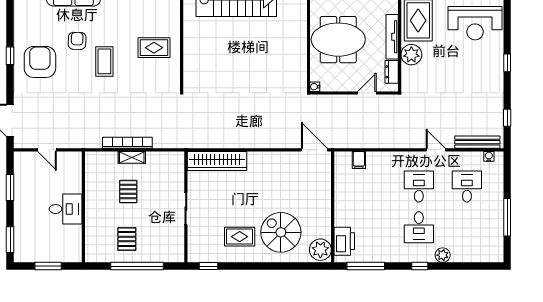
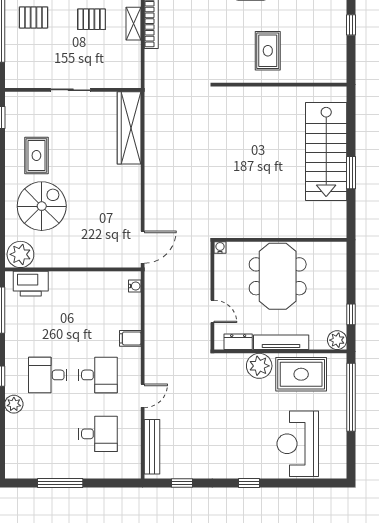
water cooler: (489, 156) -> (135, 286), moved
filing cabinet: (359, 160) -> (130, 338), moved

